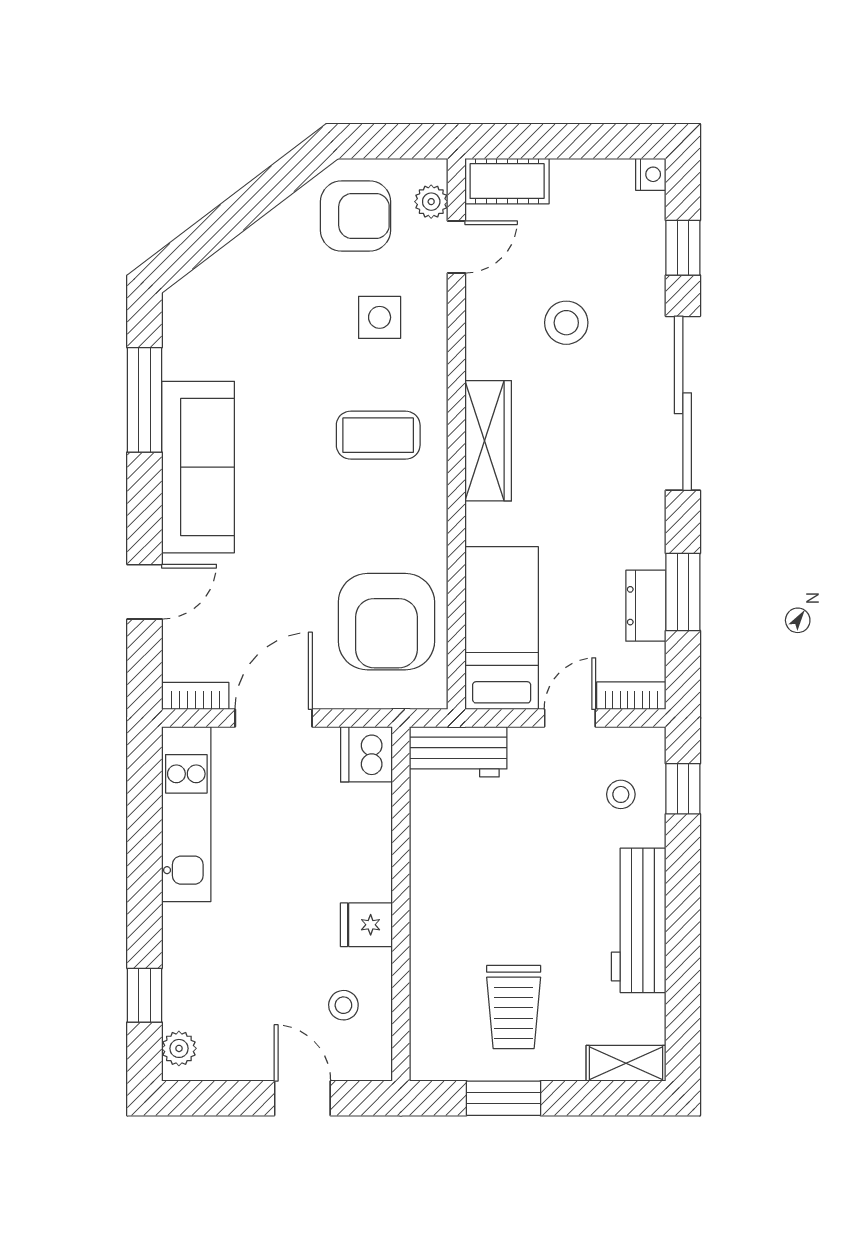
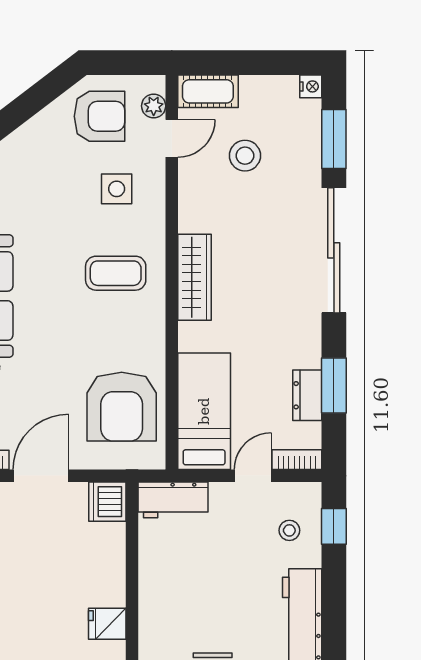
window: (683, 248) -> (334, 139), width x1.50
stool: (566, 323) -> (245, 156), moved

